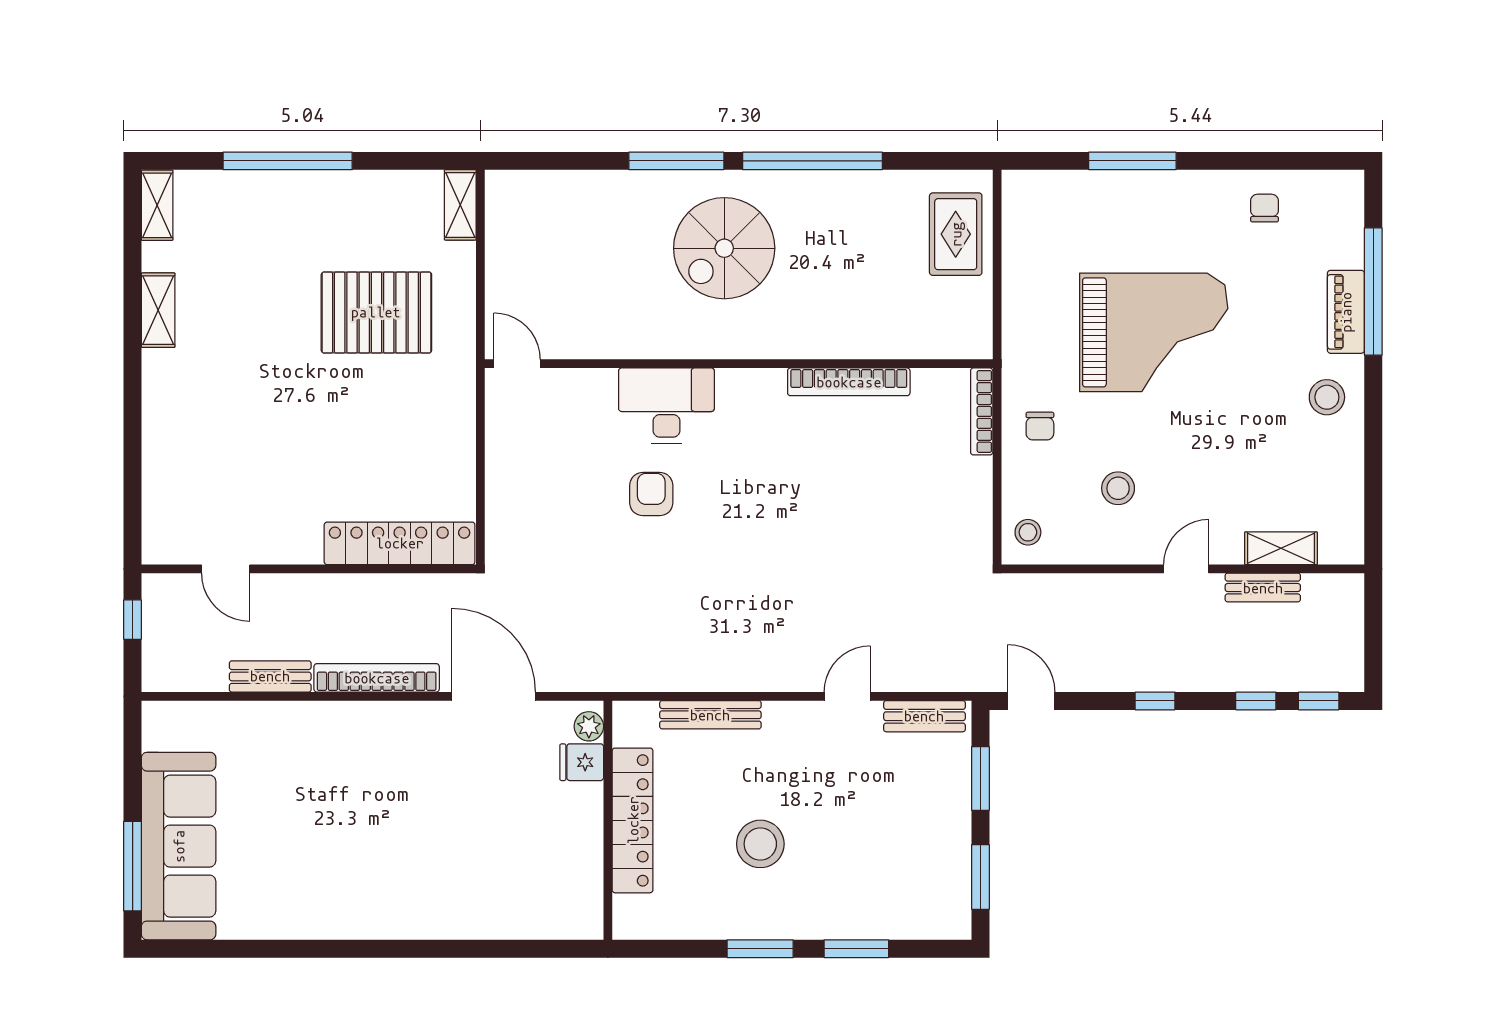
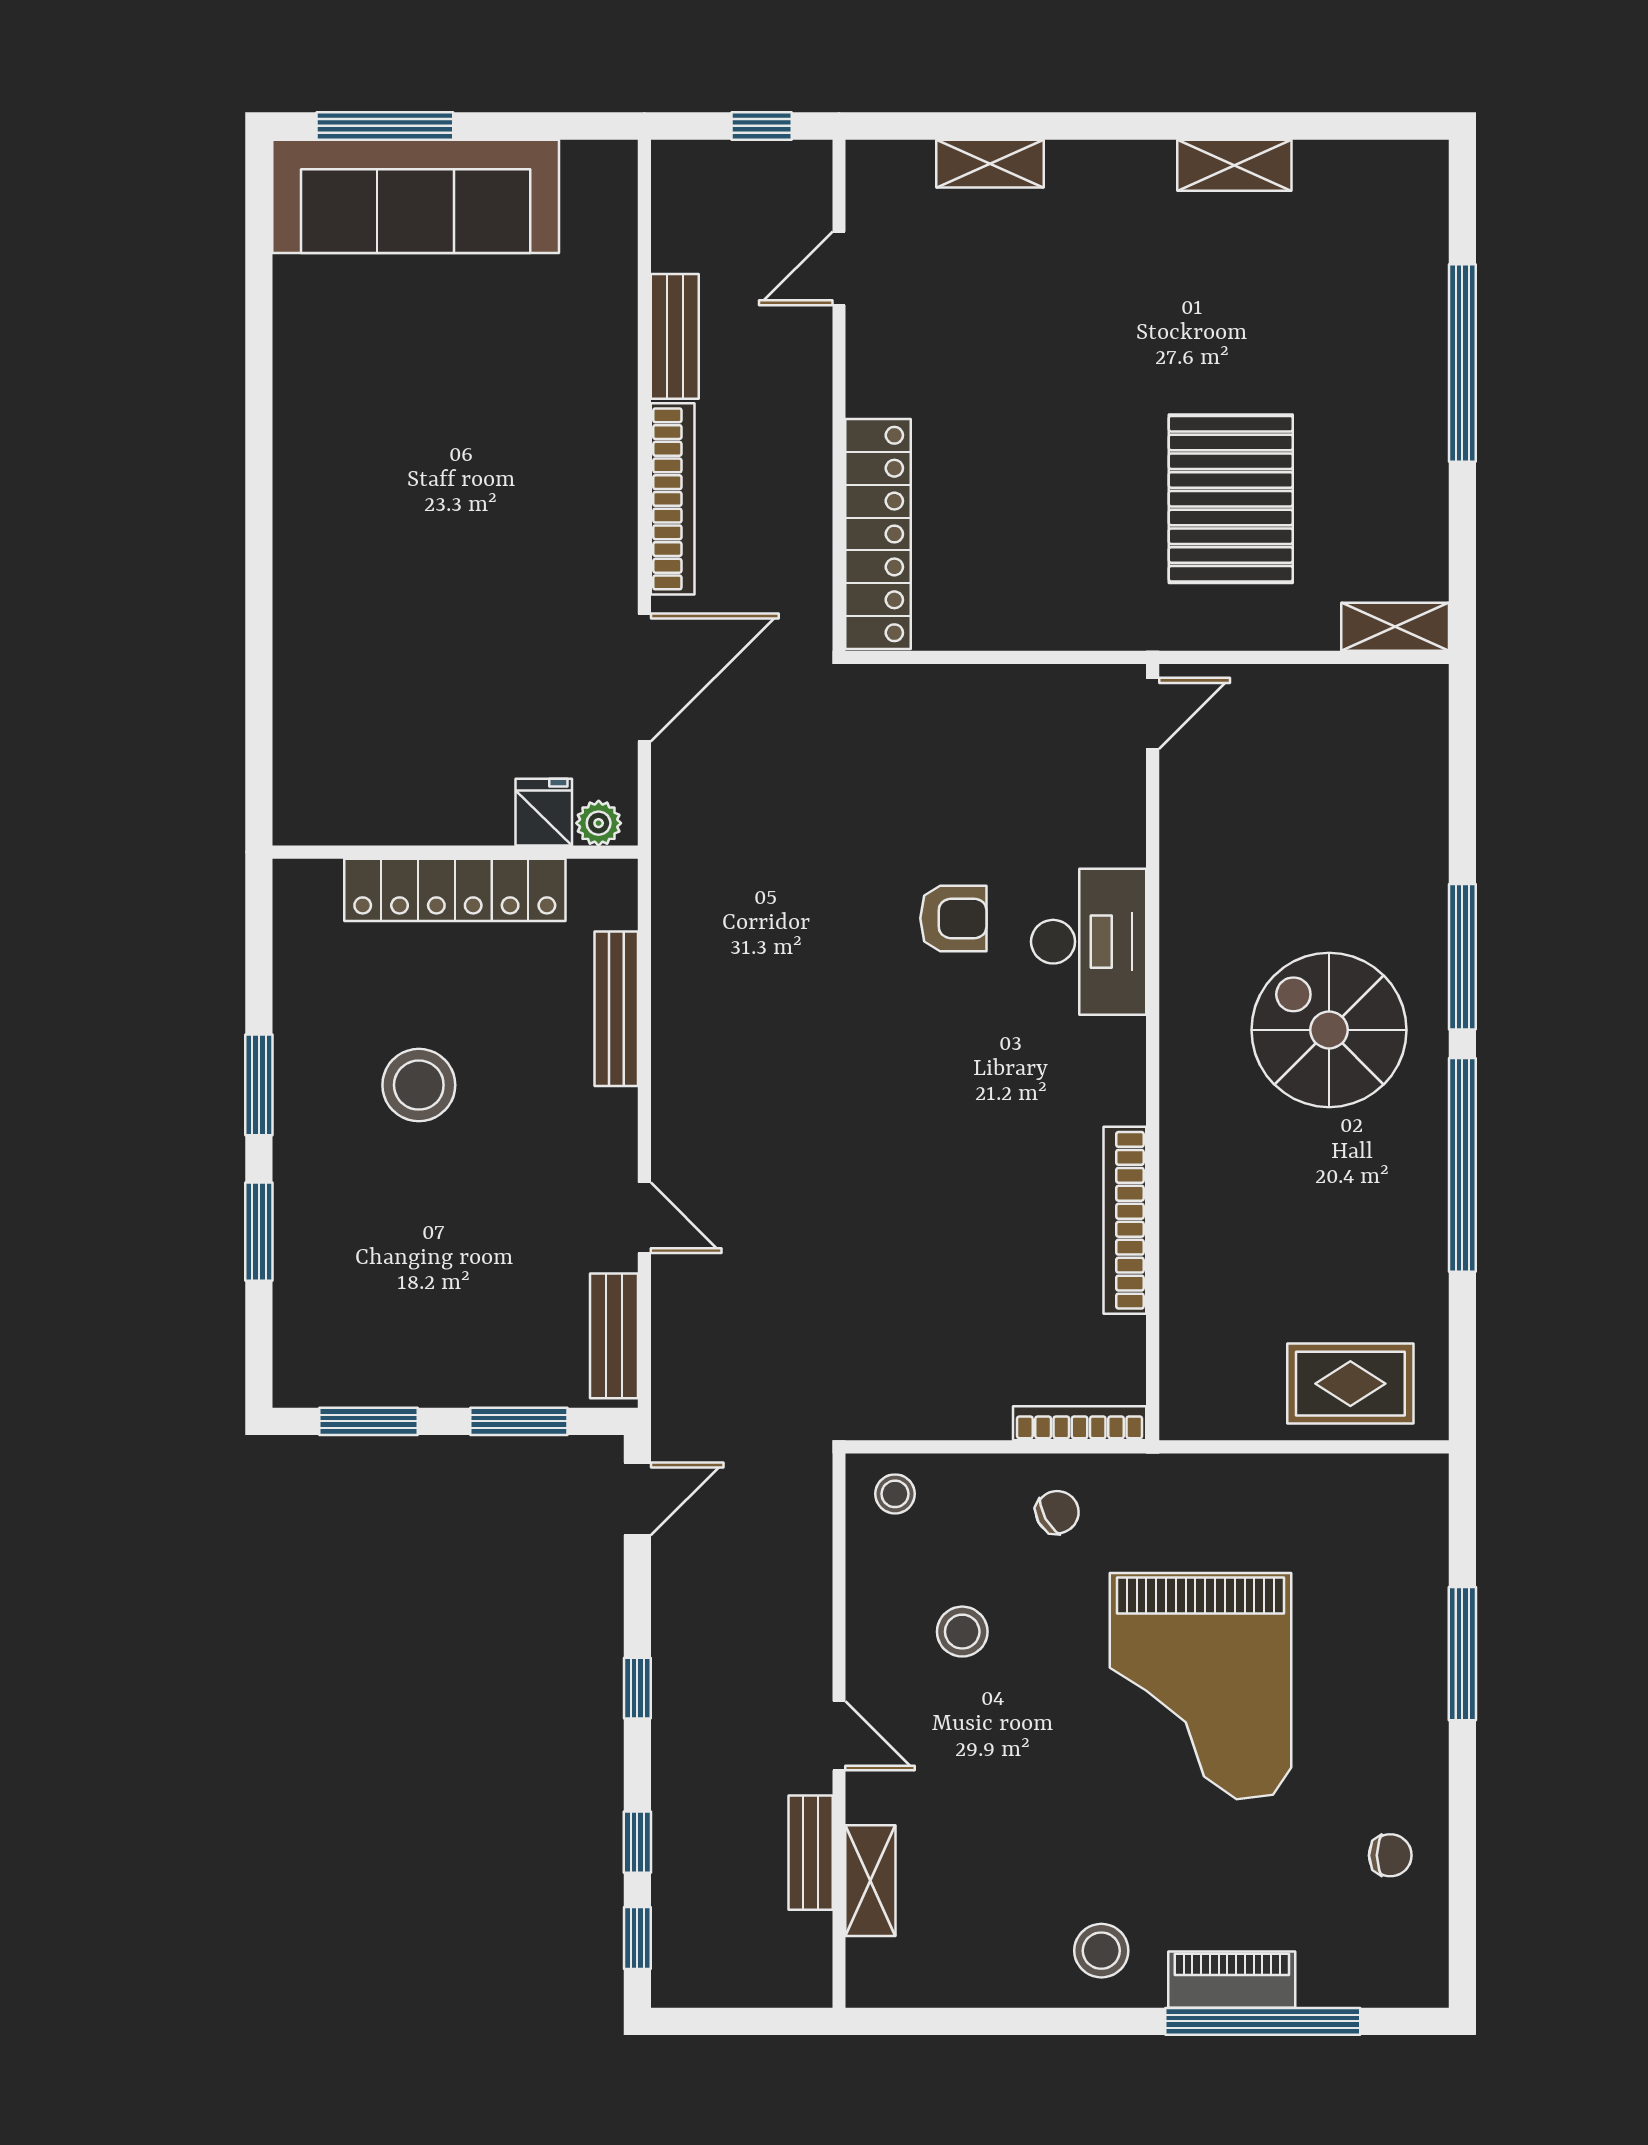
shelving: (157, 205) -> (990, 164), moved
chair: (1040, 426) -> (1057, 1512), turned 151

